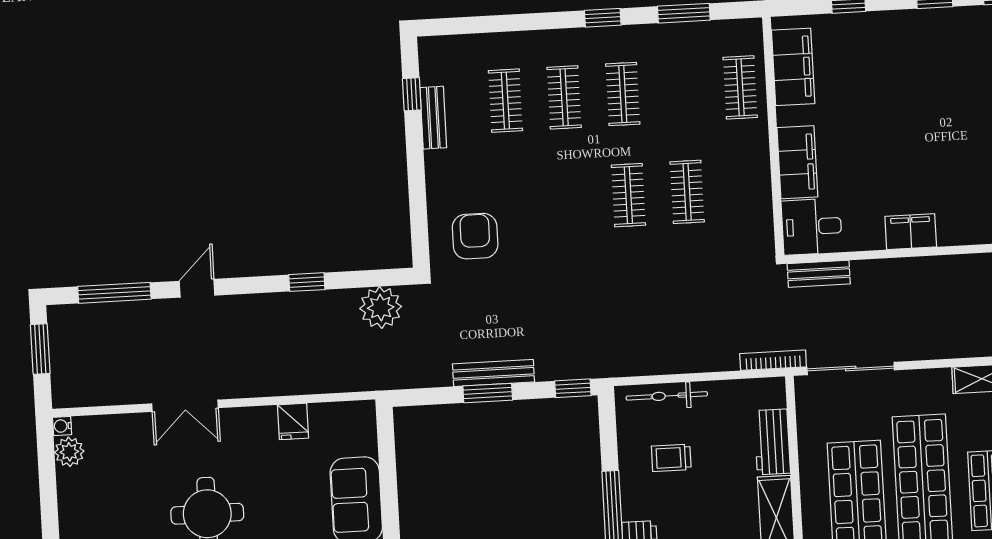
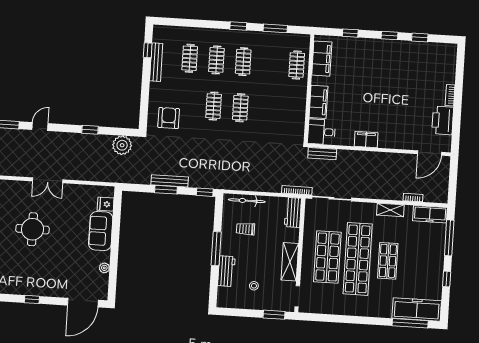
bench: (433, 118) -> (156, 62), width x1.36
clothes rail: (687, 192) -> (214, 106), moved
double door: (185, 406) -> (48, 180), moved
fridge: (293, 421) -> (106, 204), moved, turned 90
workbench: (772, 442) -> (293, 212), moved

